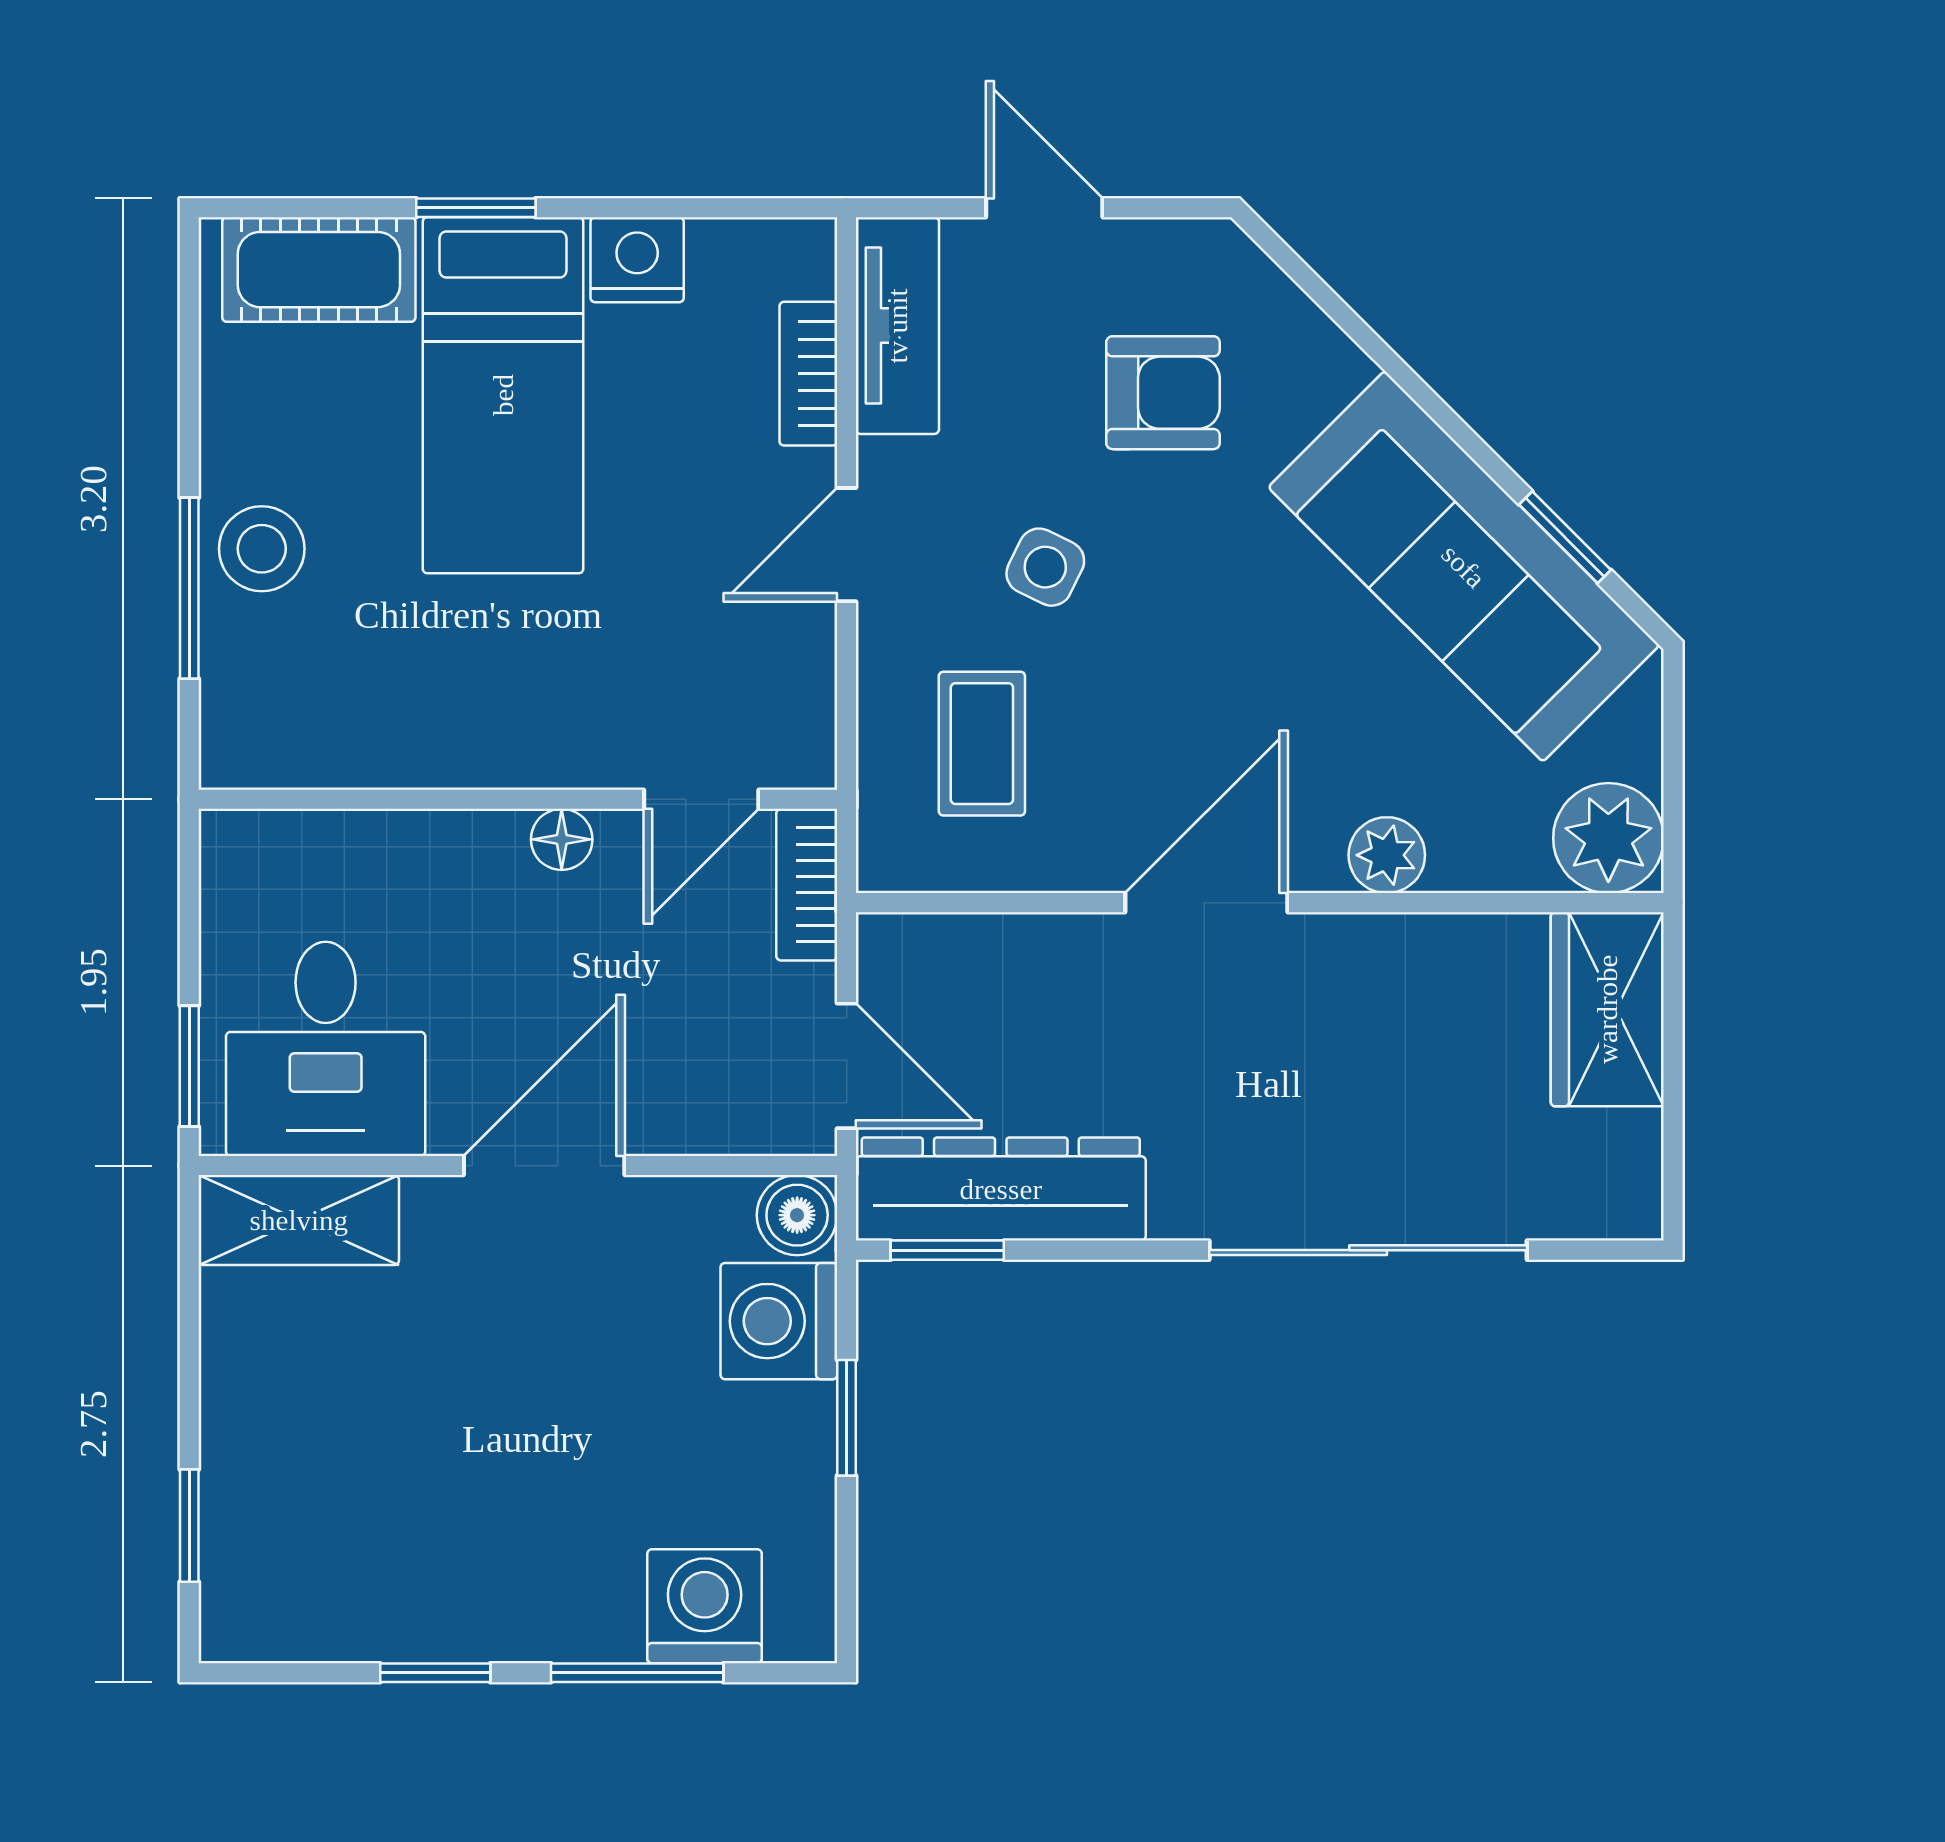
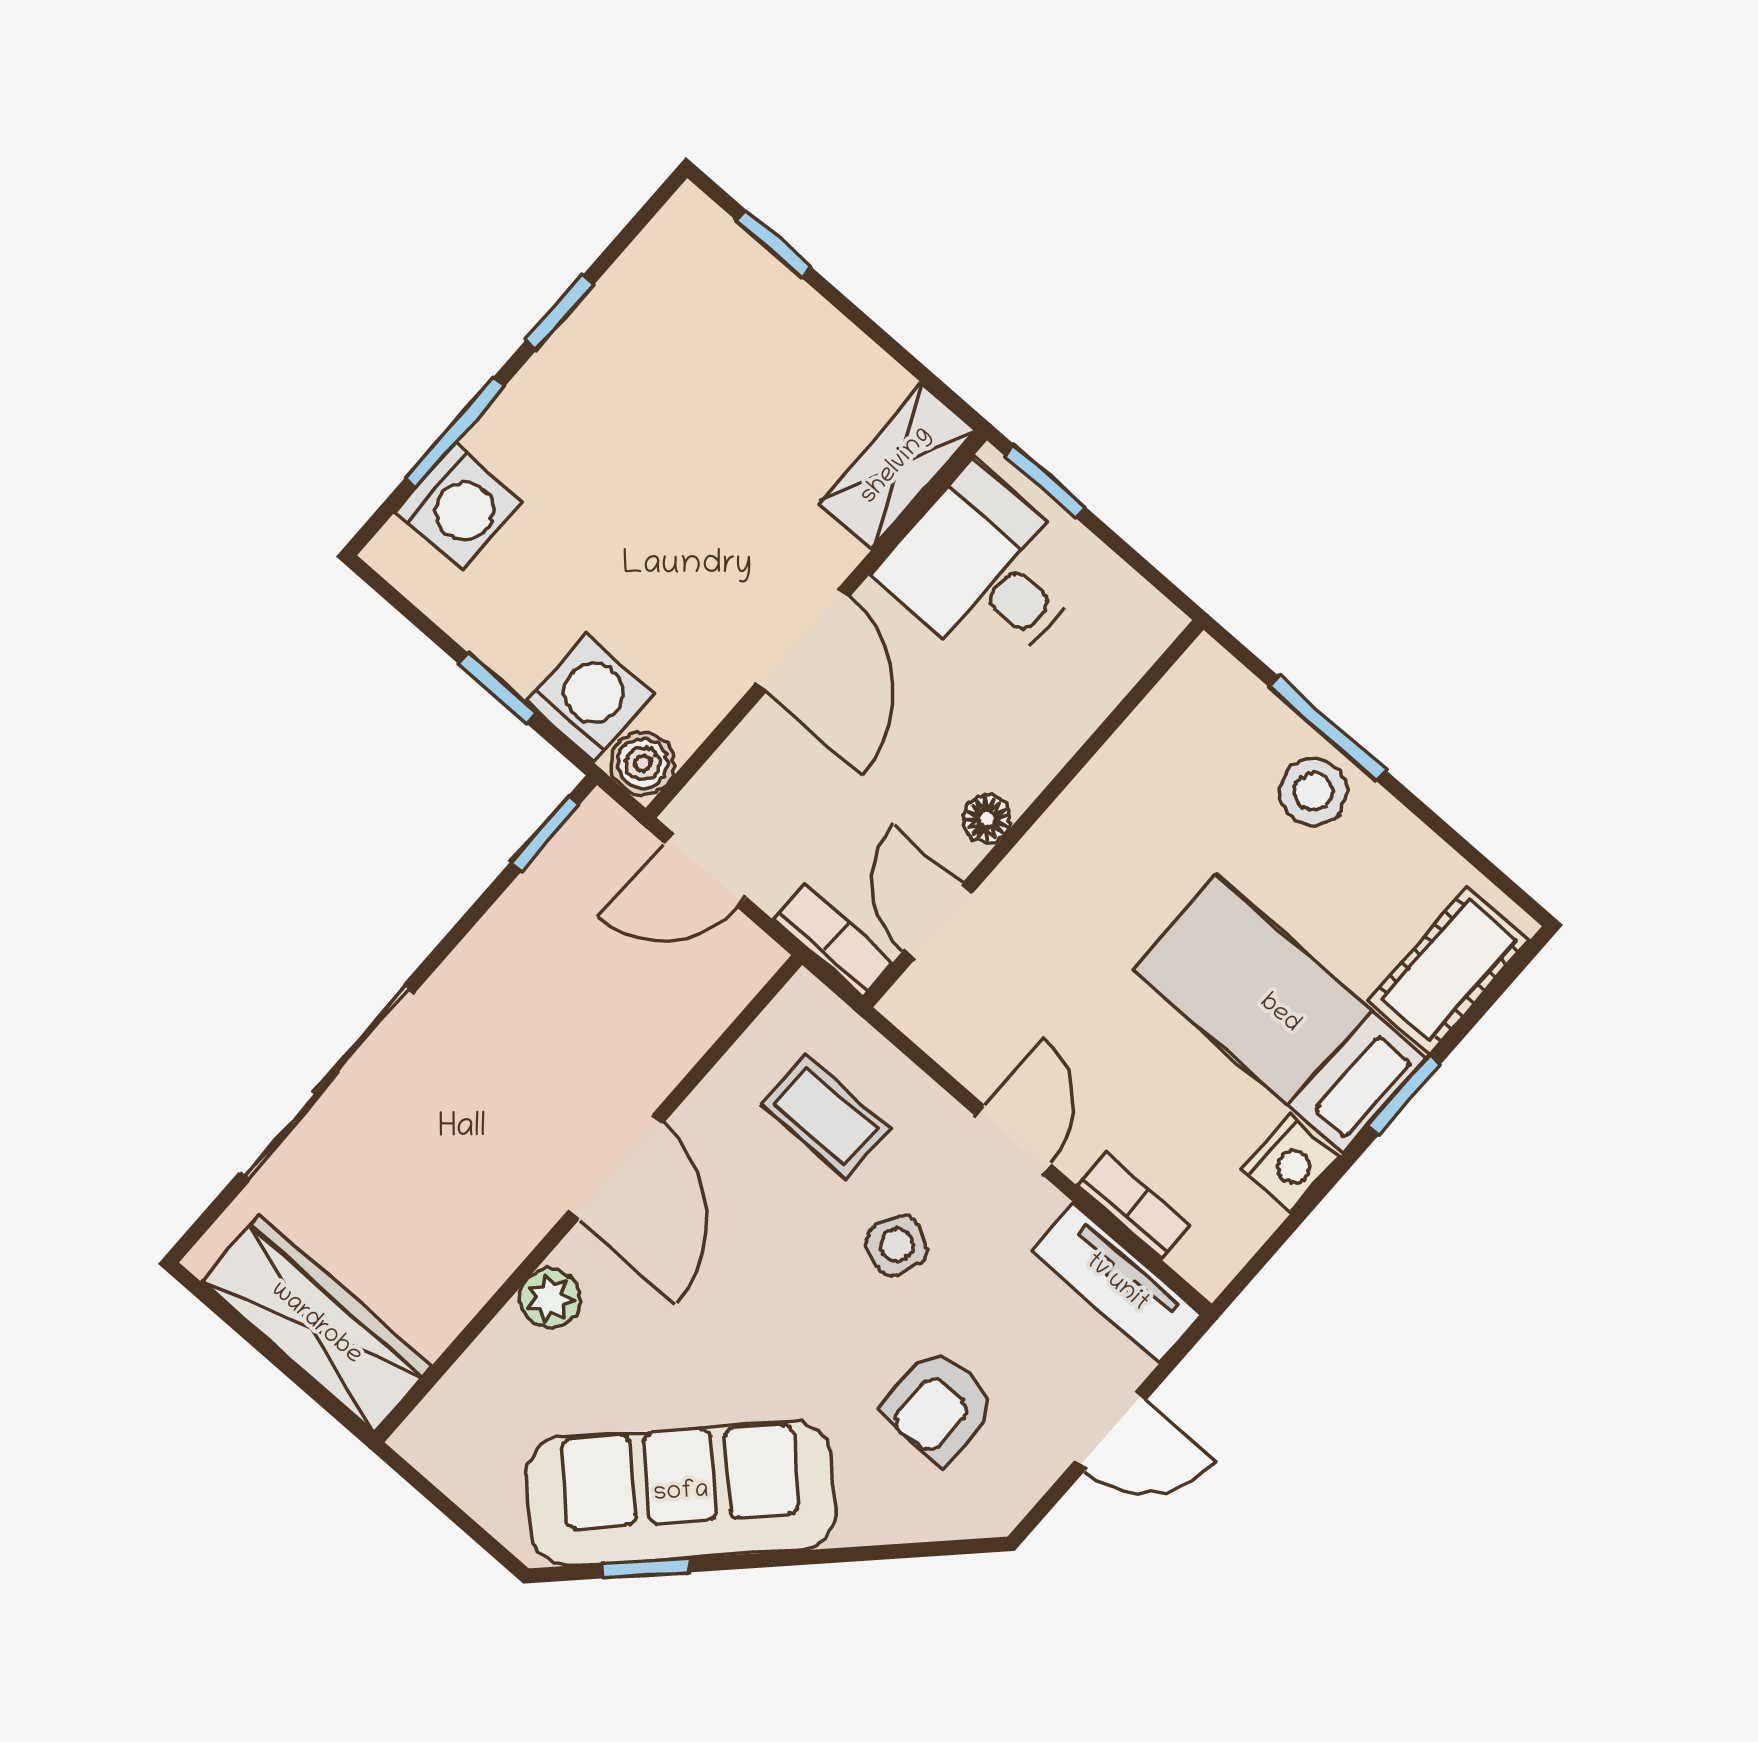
plant: (1608, 838) -> (446, 1438), removed
wardrobe: (1607, 1009) -> (316, 1324), width x1.50
dresser: (1001, 1189) -> (553, 897), removed

